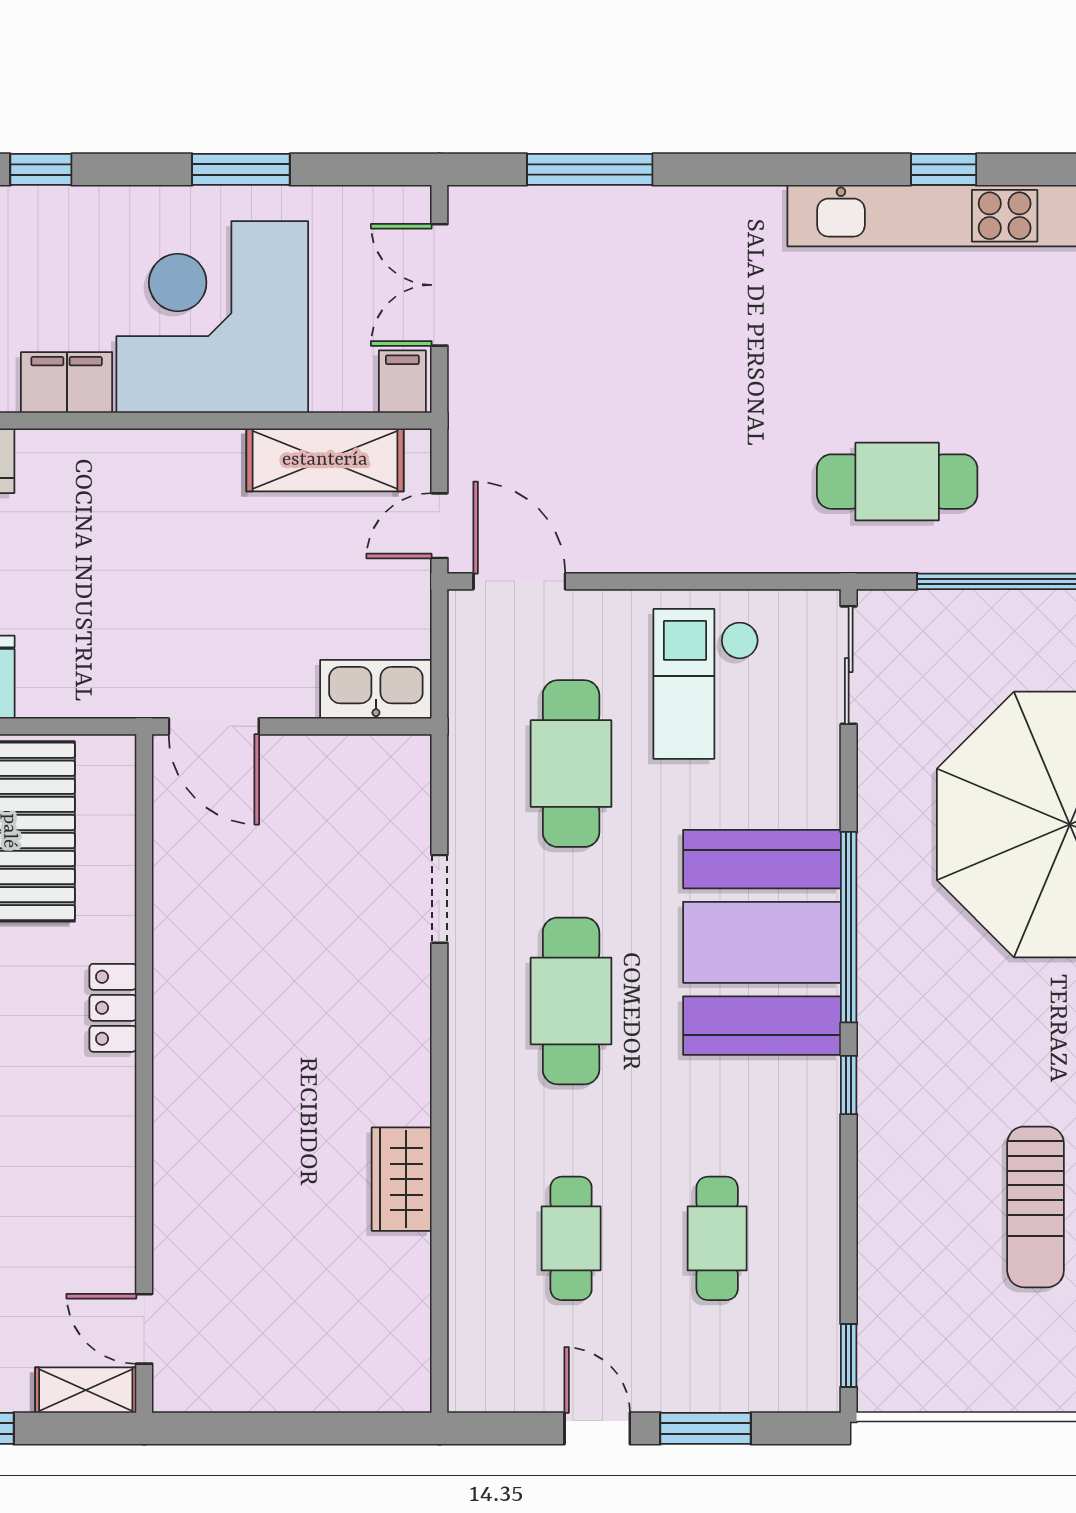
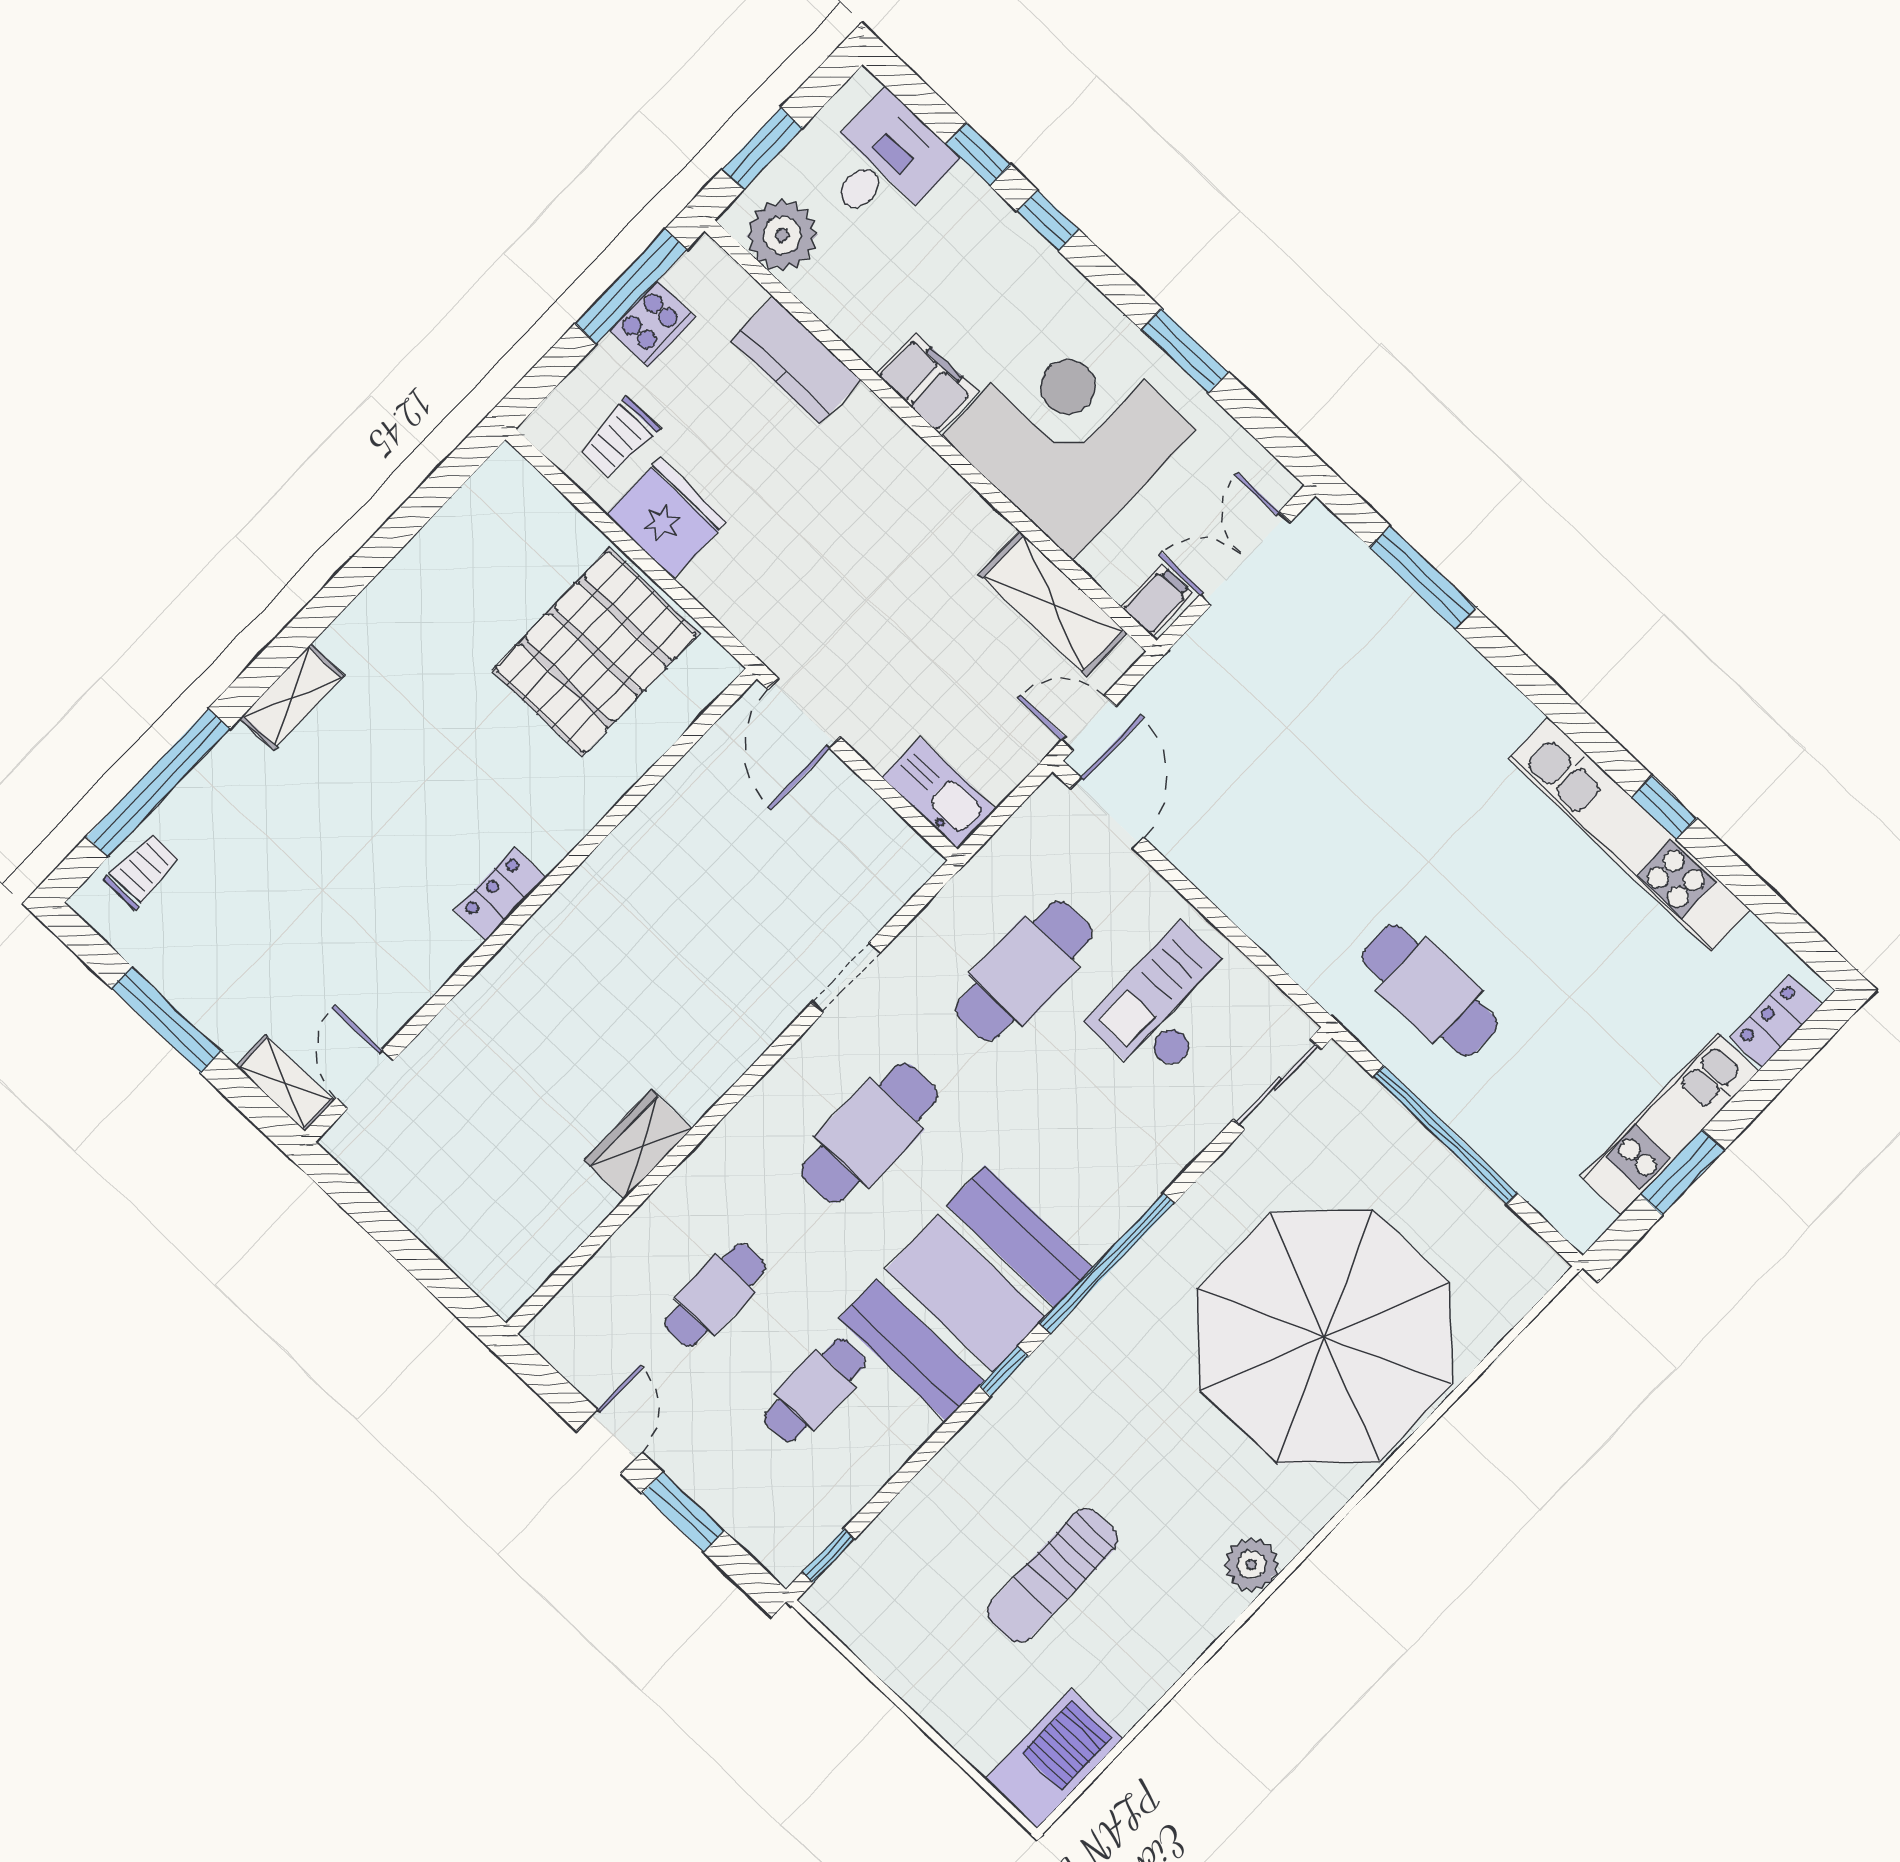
booth: (762, 942) -> (966, 1293), moved
locker: (113, 1008) -> (500, 894), moved

